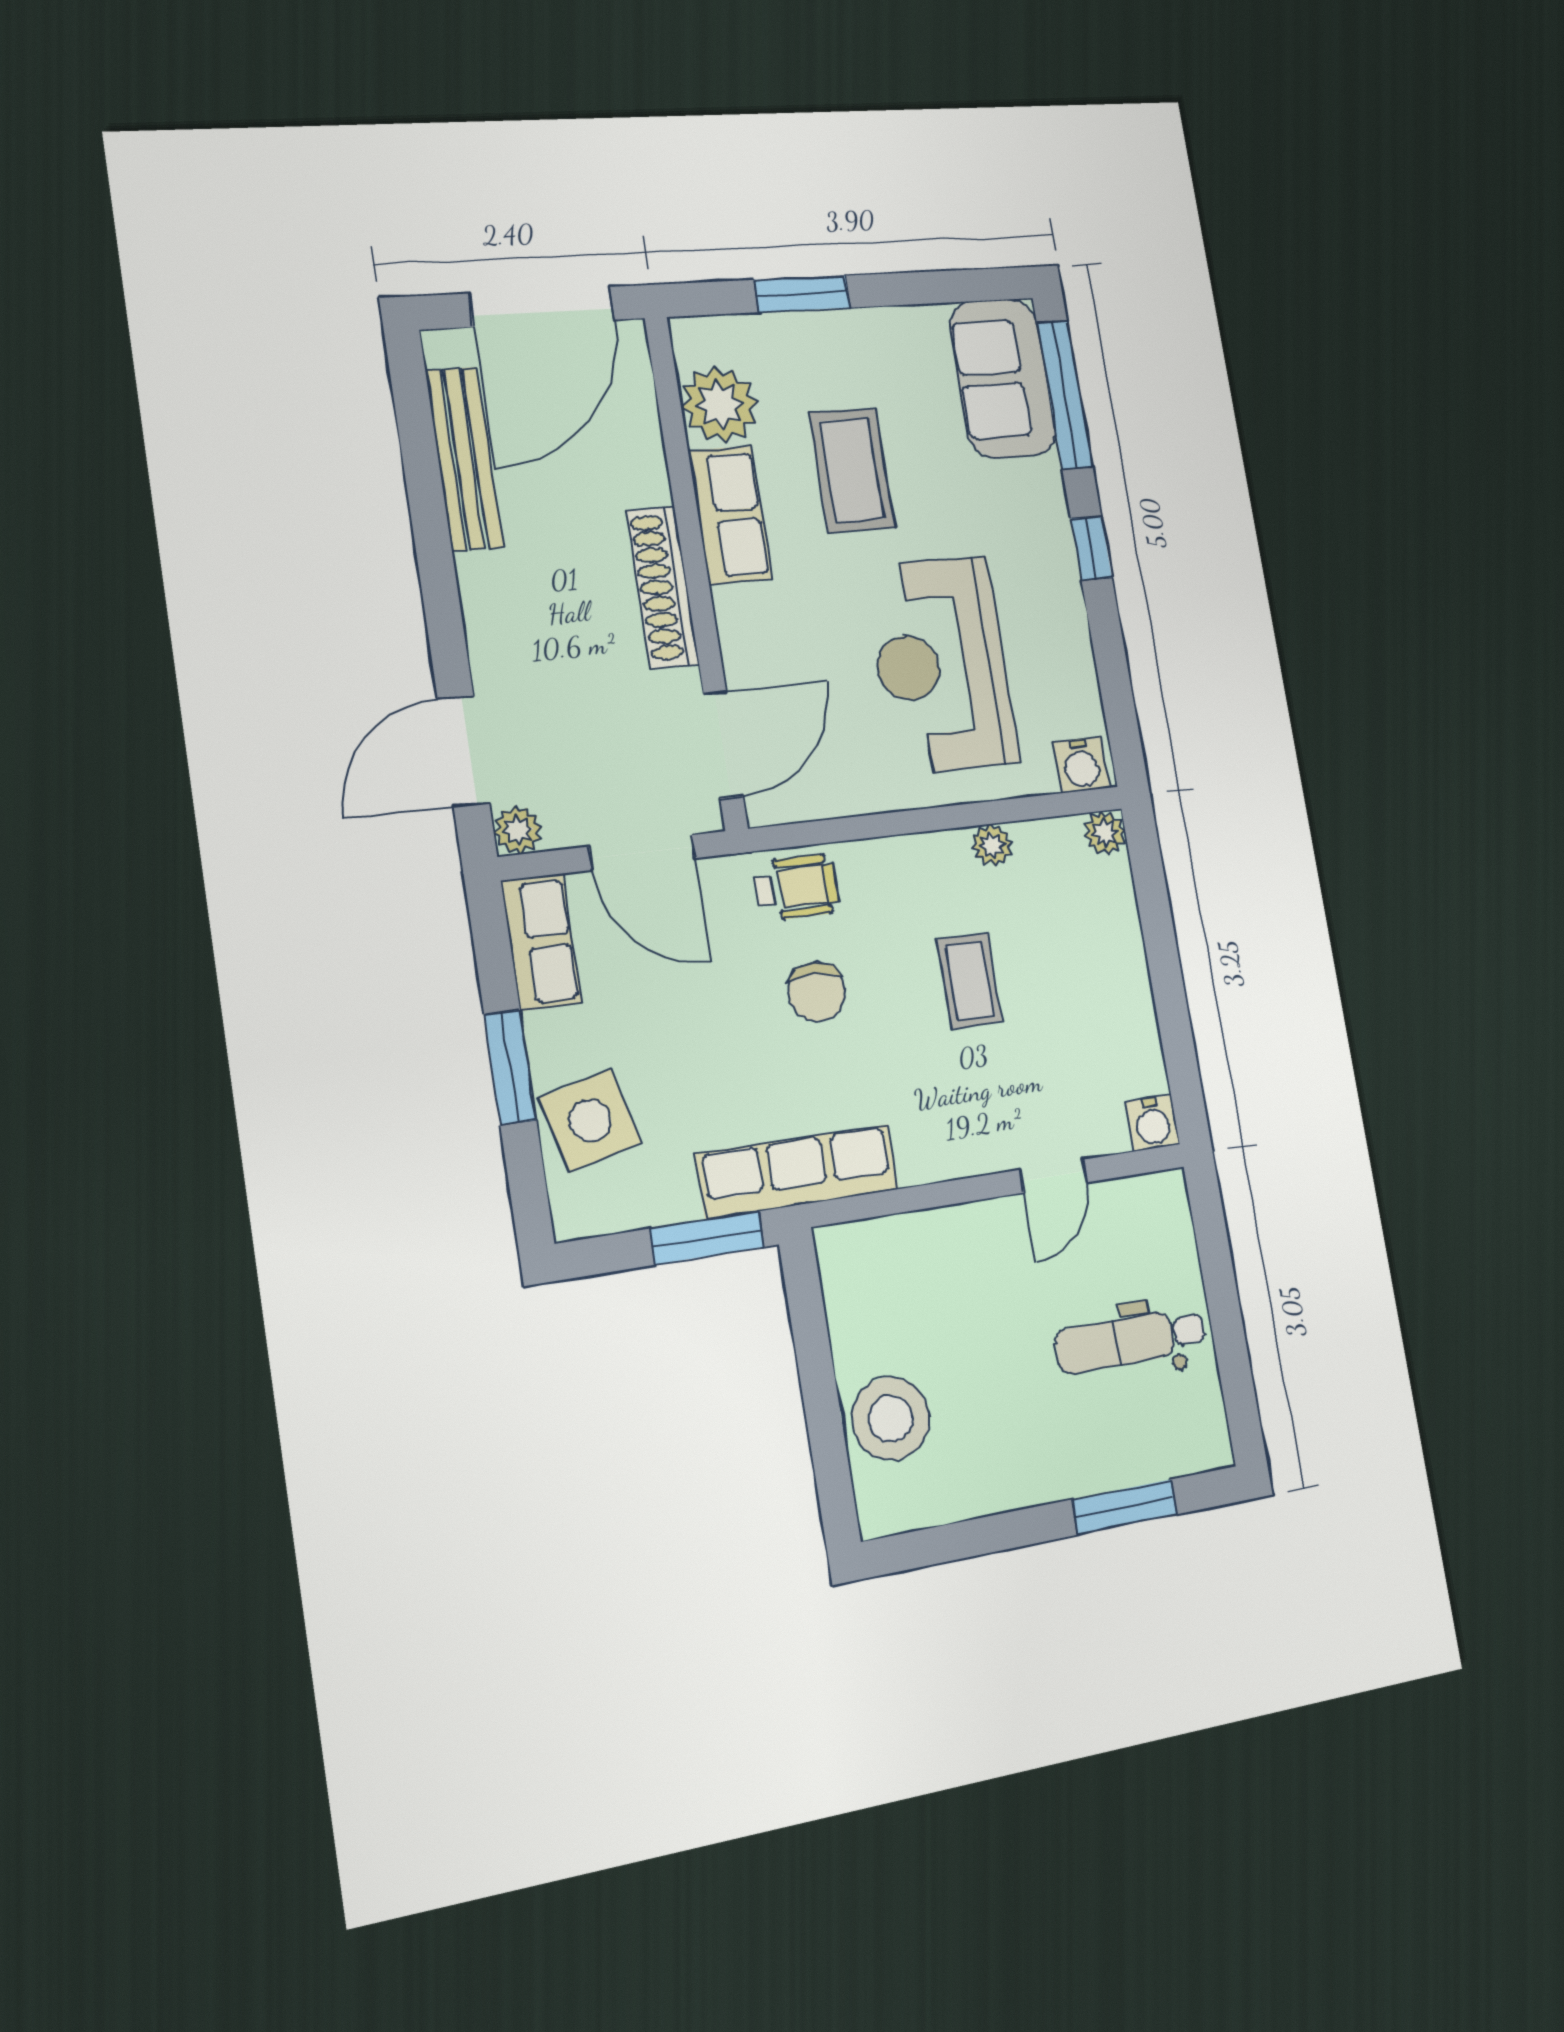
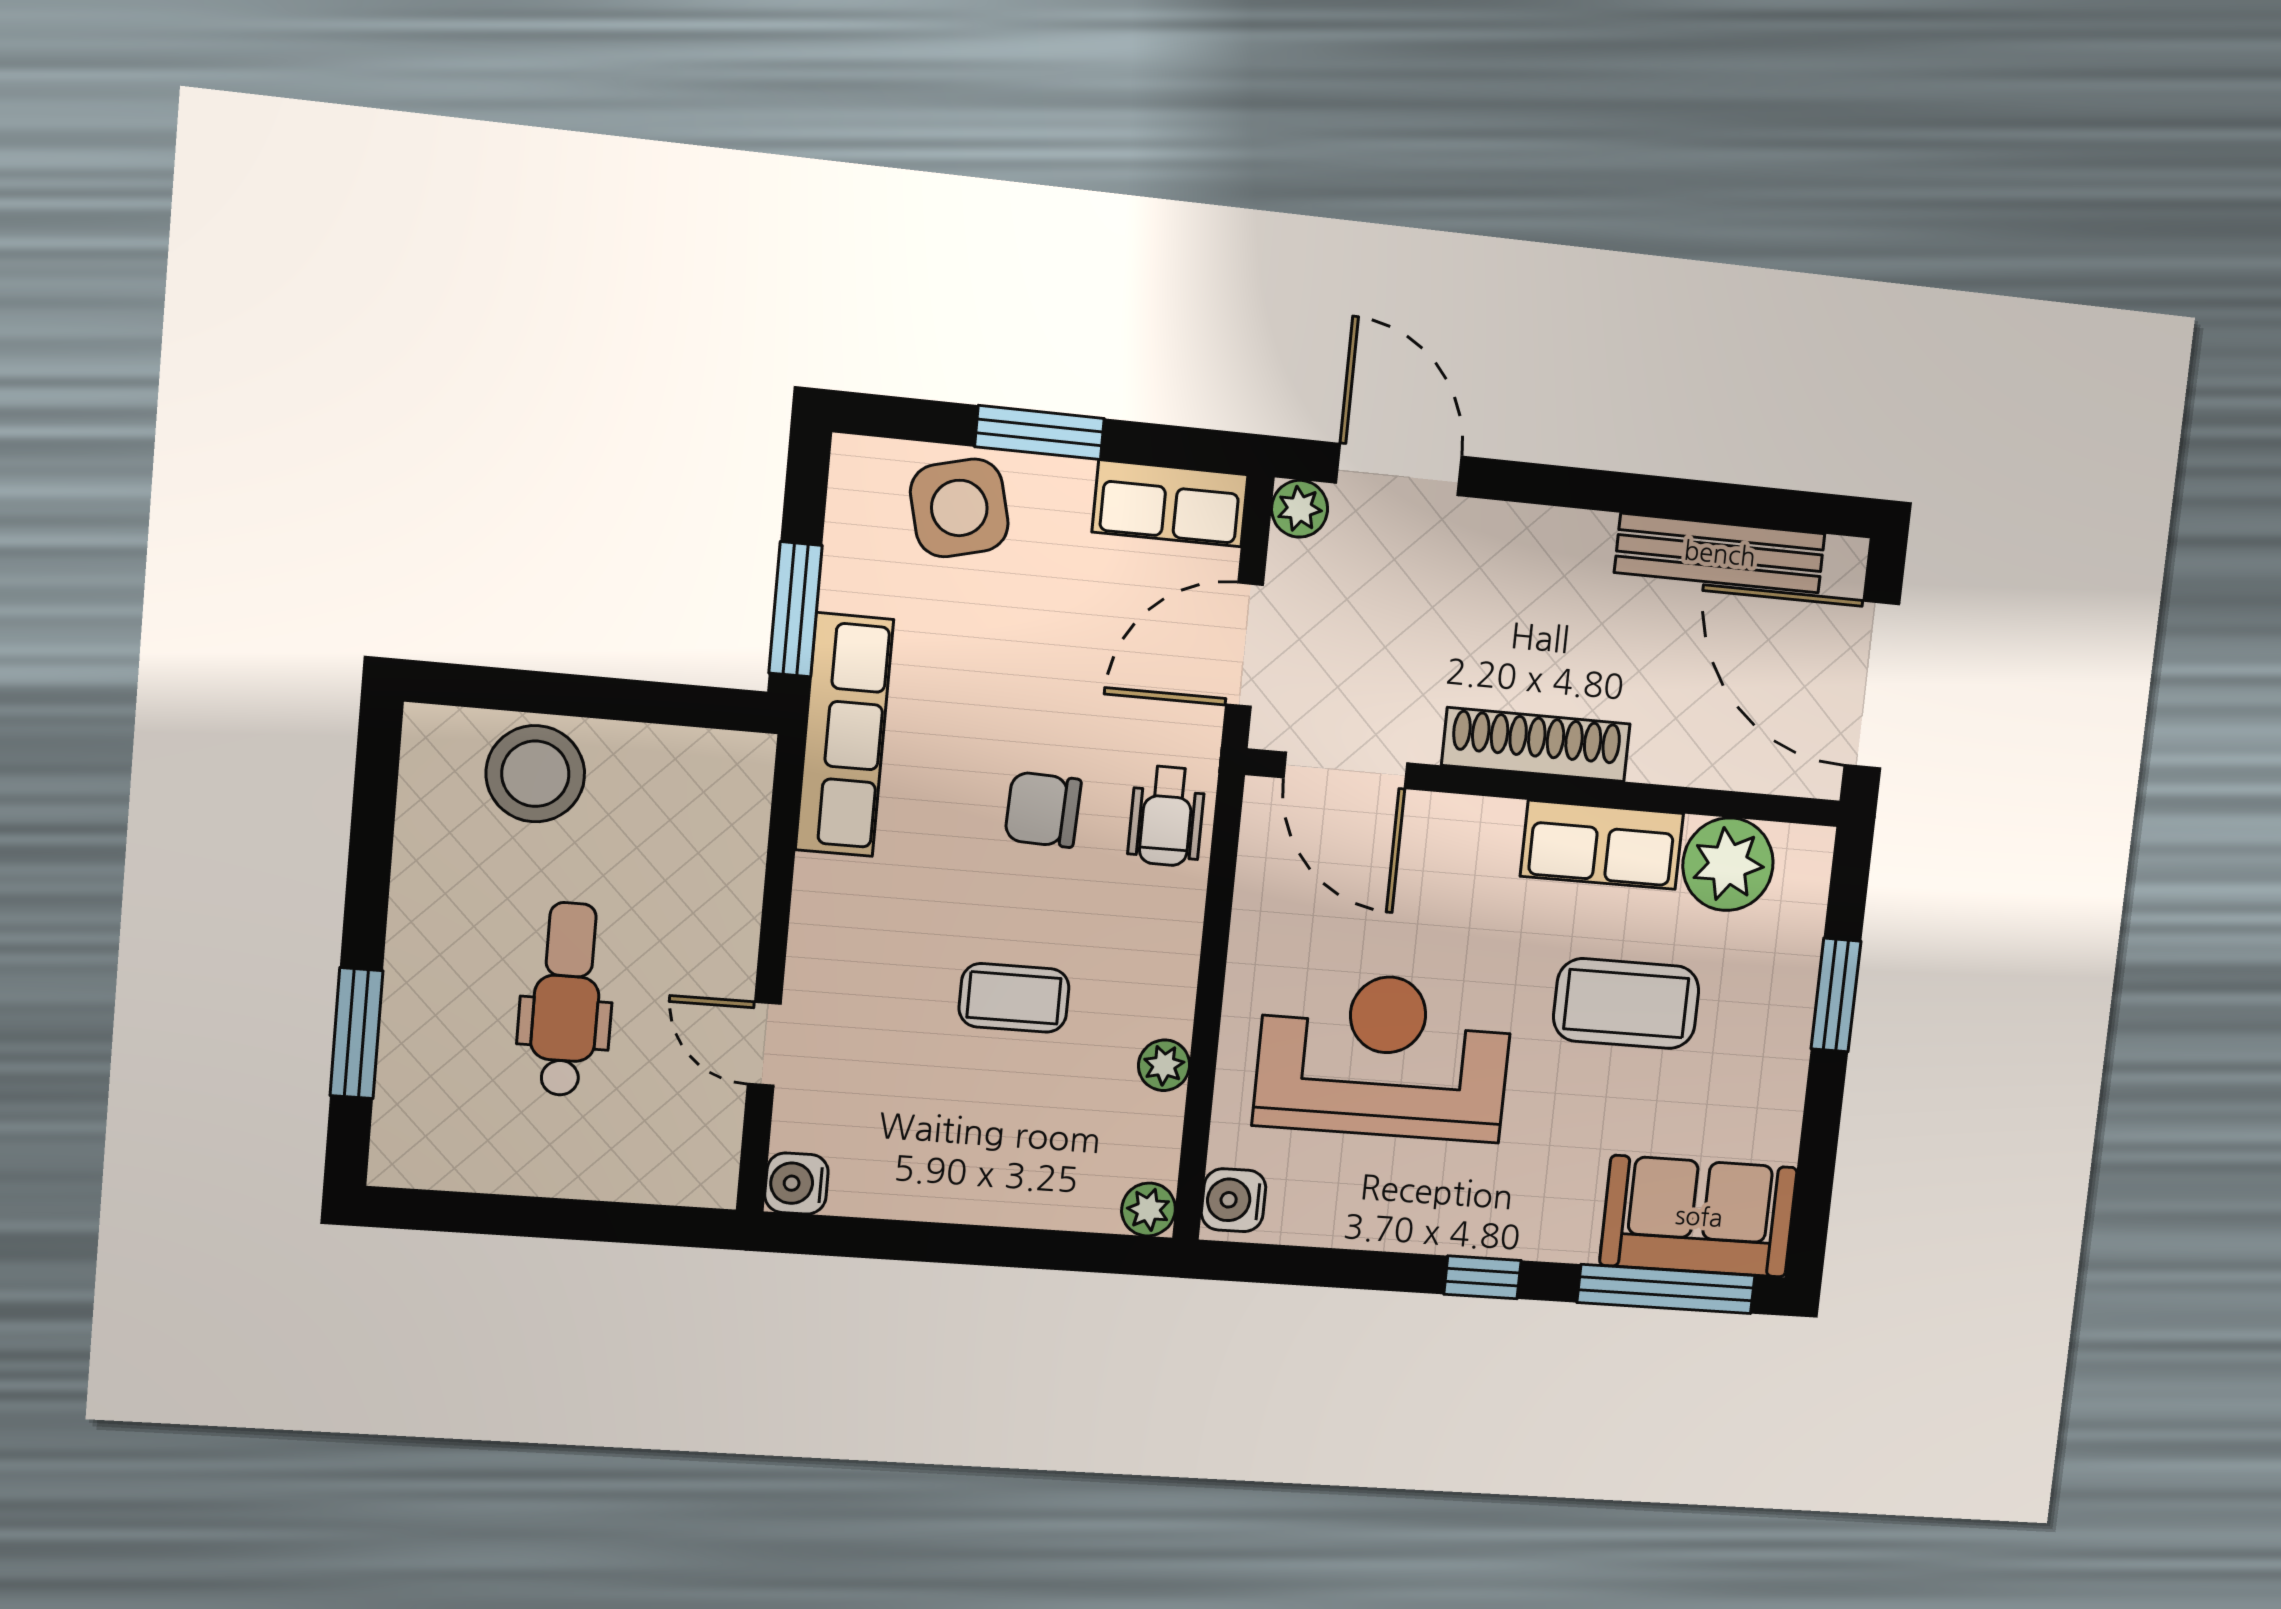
dental chair: (1131, 1340) -> (566, 999), moved

